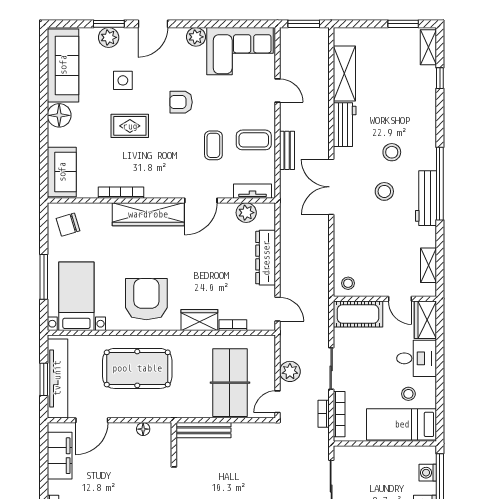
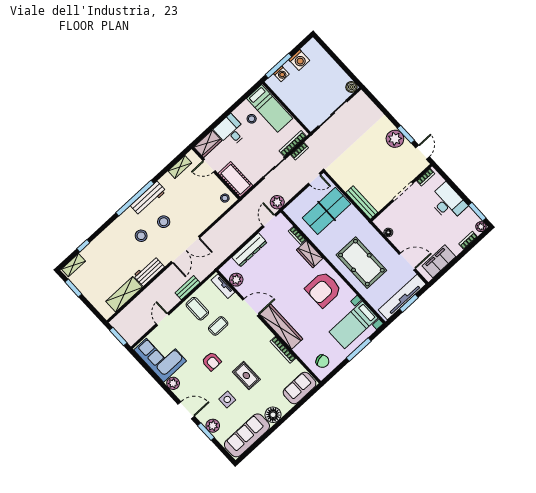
door: (400, 299) -> (209, 166), swing flipped
plant: (290, 371) -> (277, 202), moved

